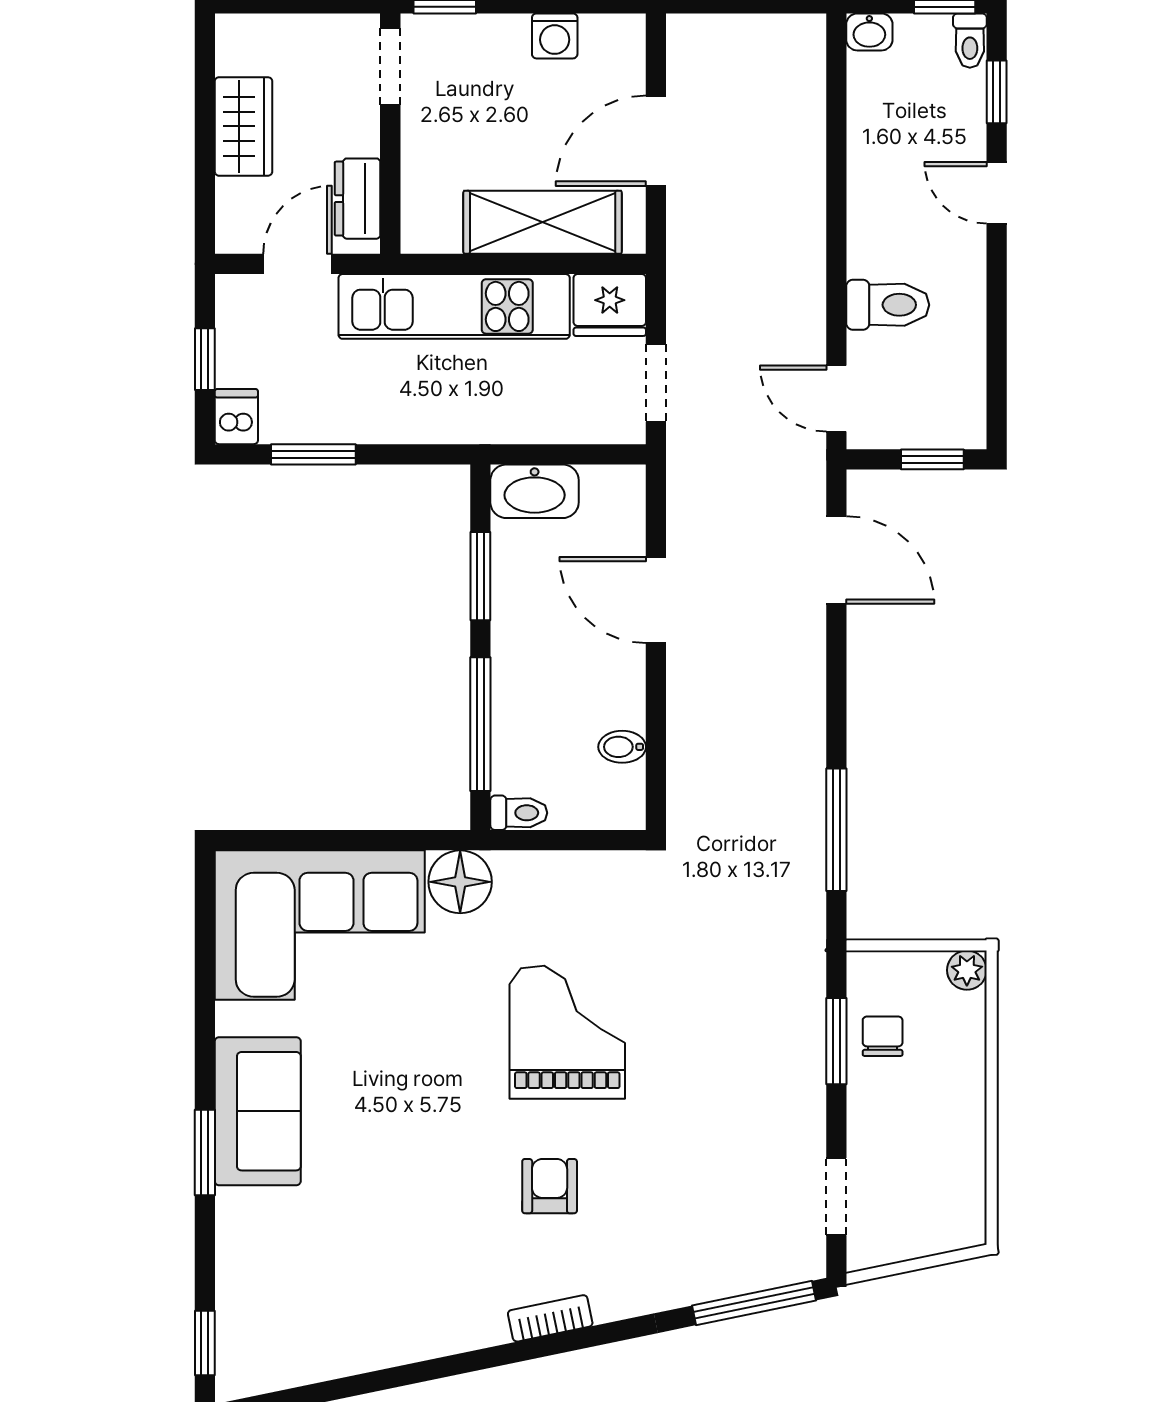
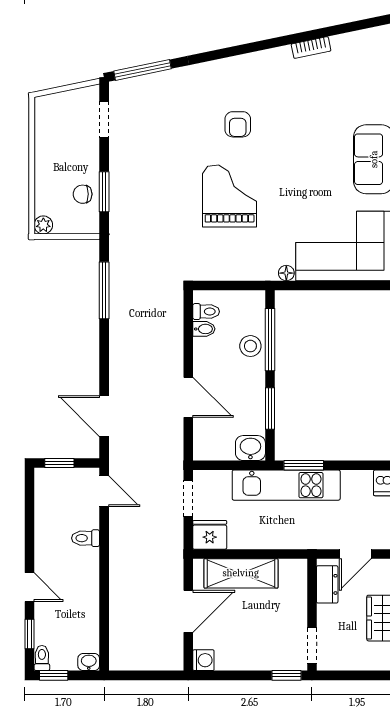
washing machine: (555, 36) -> (203, 660), moved, turned 90
toilet: (888, 305) -> (86, 538), width x0.73, depth x0.72
kitchen unit: (454, 306) -> (286, 485), moved, turned 180
window: (313, 454) -> (304, 465), moved
washbasin: (535, 491) -> (250, 448), width x0.72
stool: (522, 710) -> (250, 346), added
toilet: (519, 813) -> (206, 312), moved, turned 180
floor lamp: (460, 882) -> (286, 273), width x0.53, depth x0.53
grand piano: (567, 1032) -> (230, 196), turned 180
chair: (883, 1036) -> (83, 194), turned 90
bookcase: (550, 1318) -> (311, 48), moved

